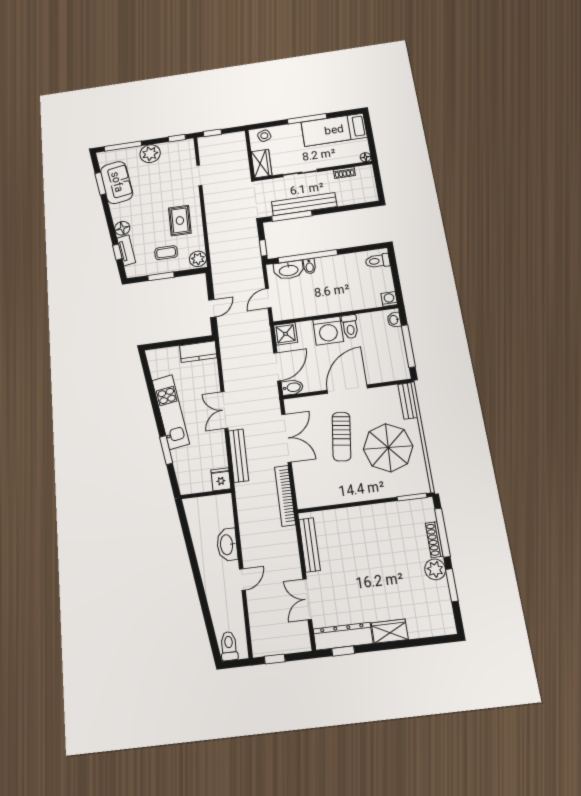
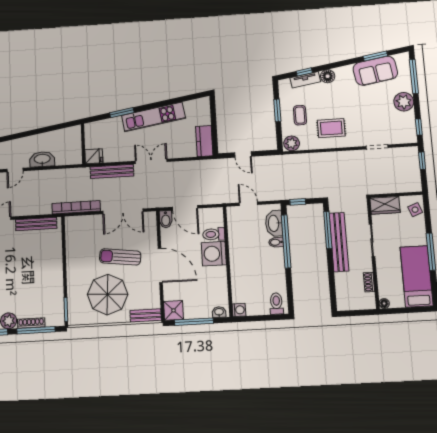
toilet: (350, 327) -> (214, 234), moved
shower: (286, 334) -> (174, 310), moved
door: (242, 579) -> (15, 170), hinge flipped

